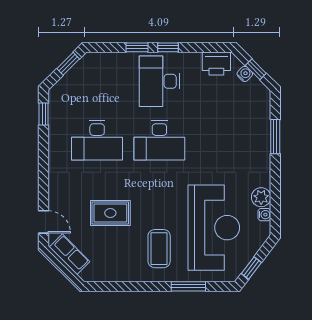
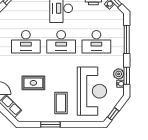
window: (275, 137) -> (127, 40), width x1.44
desk: (222, 140) -> (96, 42), added
window: (275, 201) -> (127, 76), added
window: (188, 286) -> (50, 124), moved

